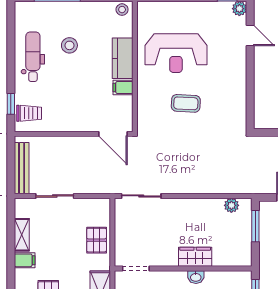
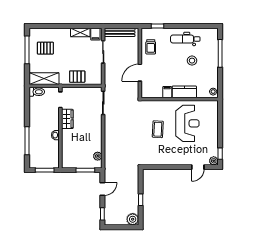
reception desk: (176, 53) -> (187, 123), turned 180
dental chair: (33, 57) -> (185, 39), turned 180
trolley: (29, 113) -> (151, 47), moved
door: (113, 134) -> (140, 73), moved
wardrobe: (195, 257) -> (67, 119), moved
filing cabinet: (25, 260) -> (95, 34), moved

